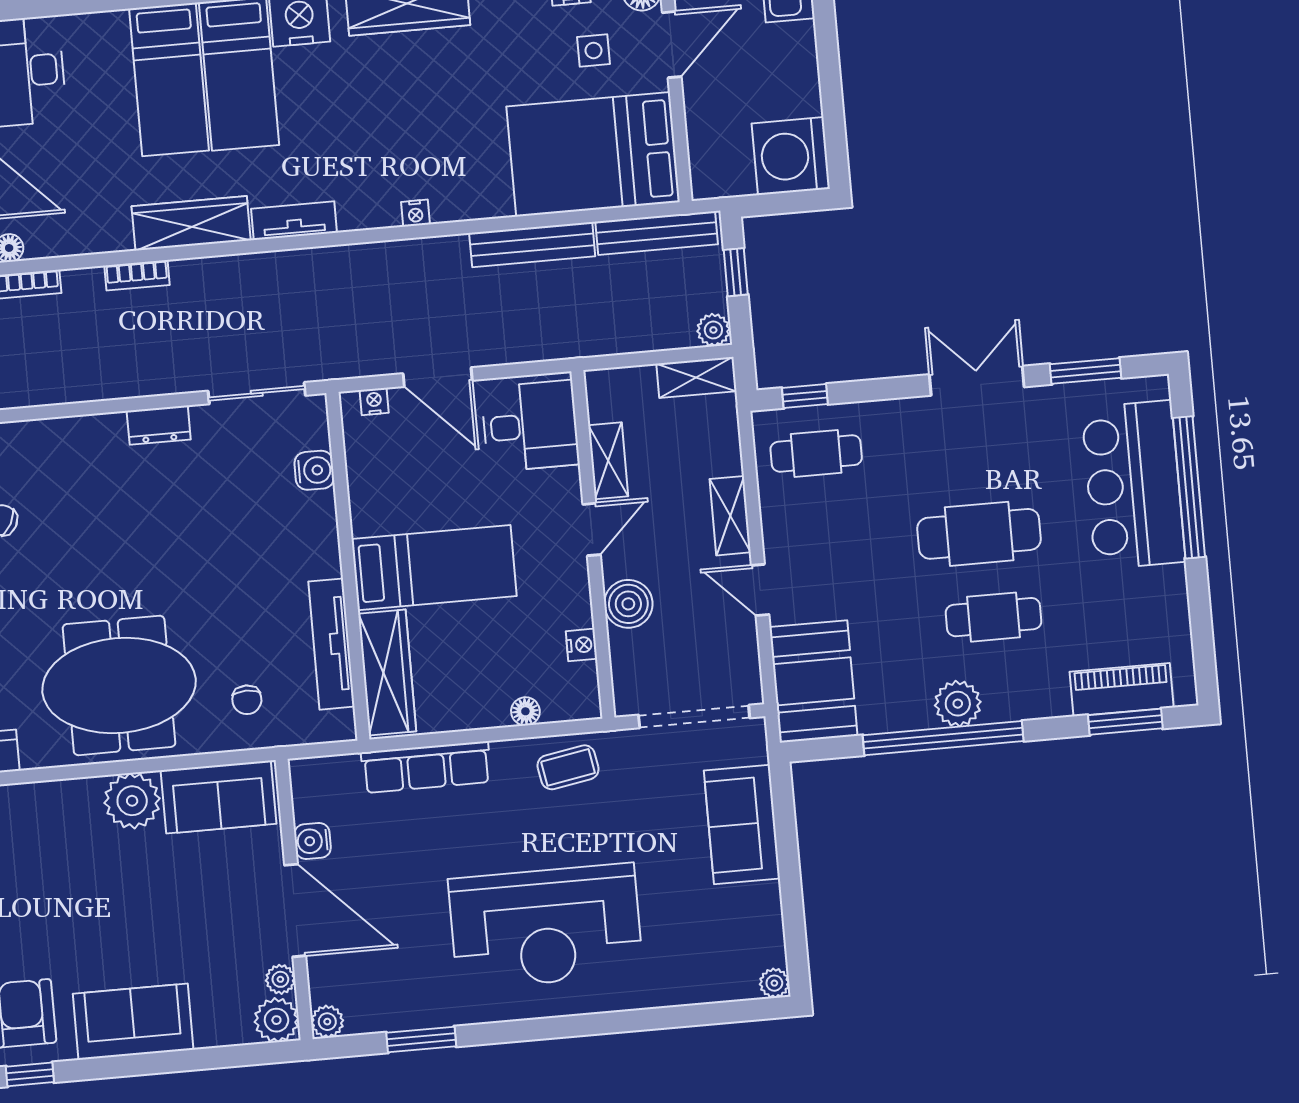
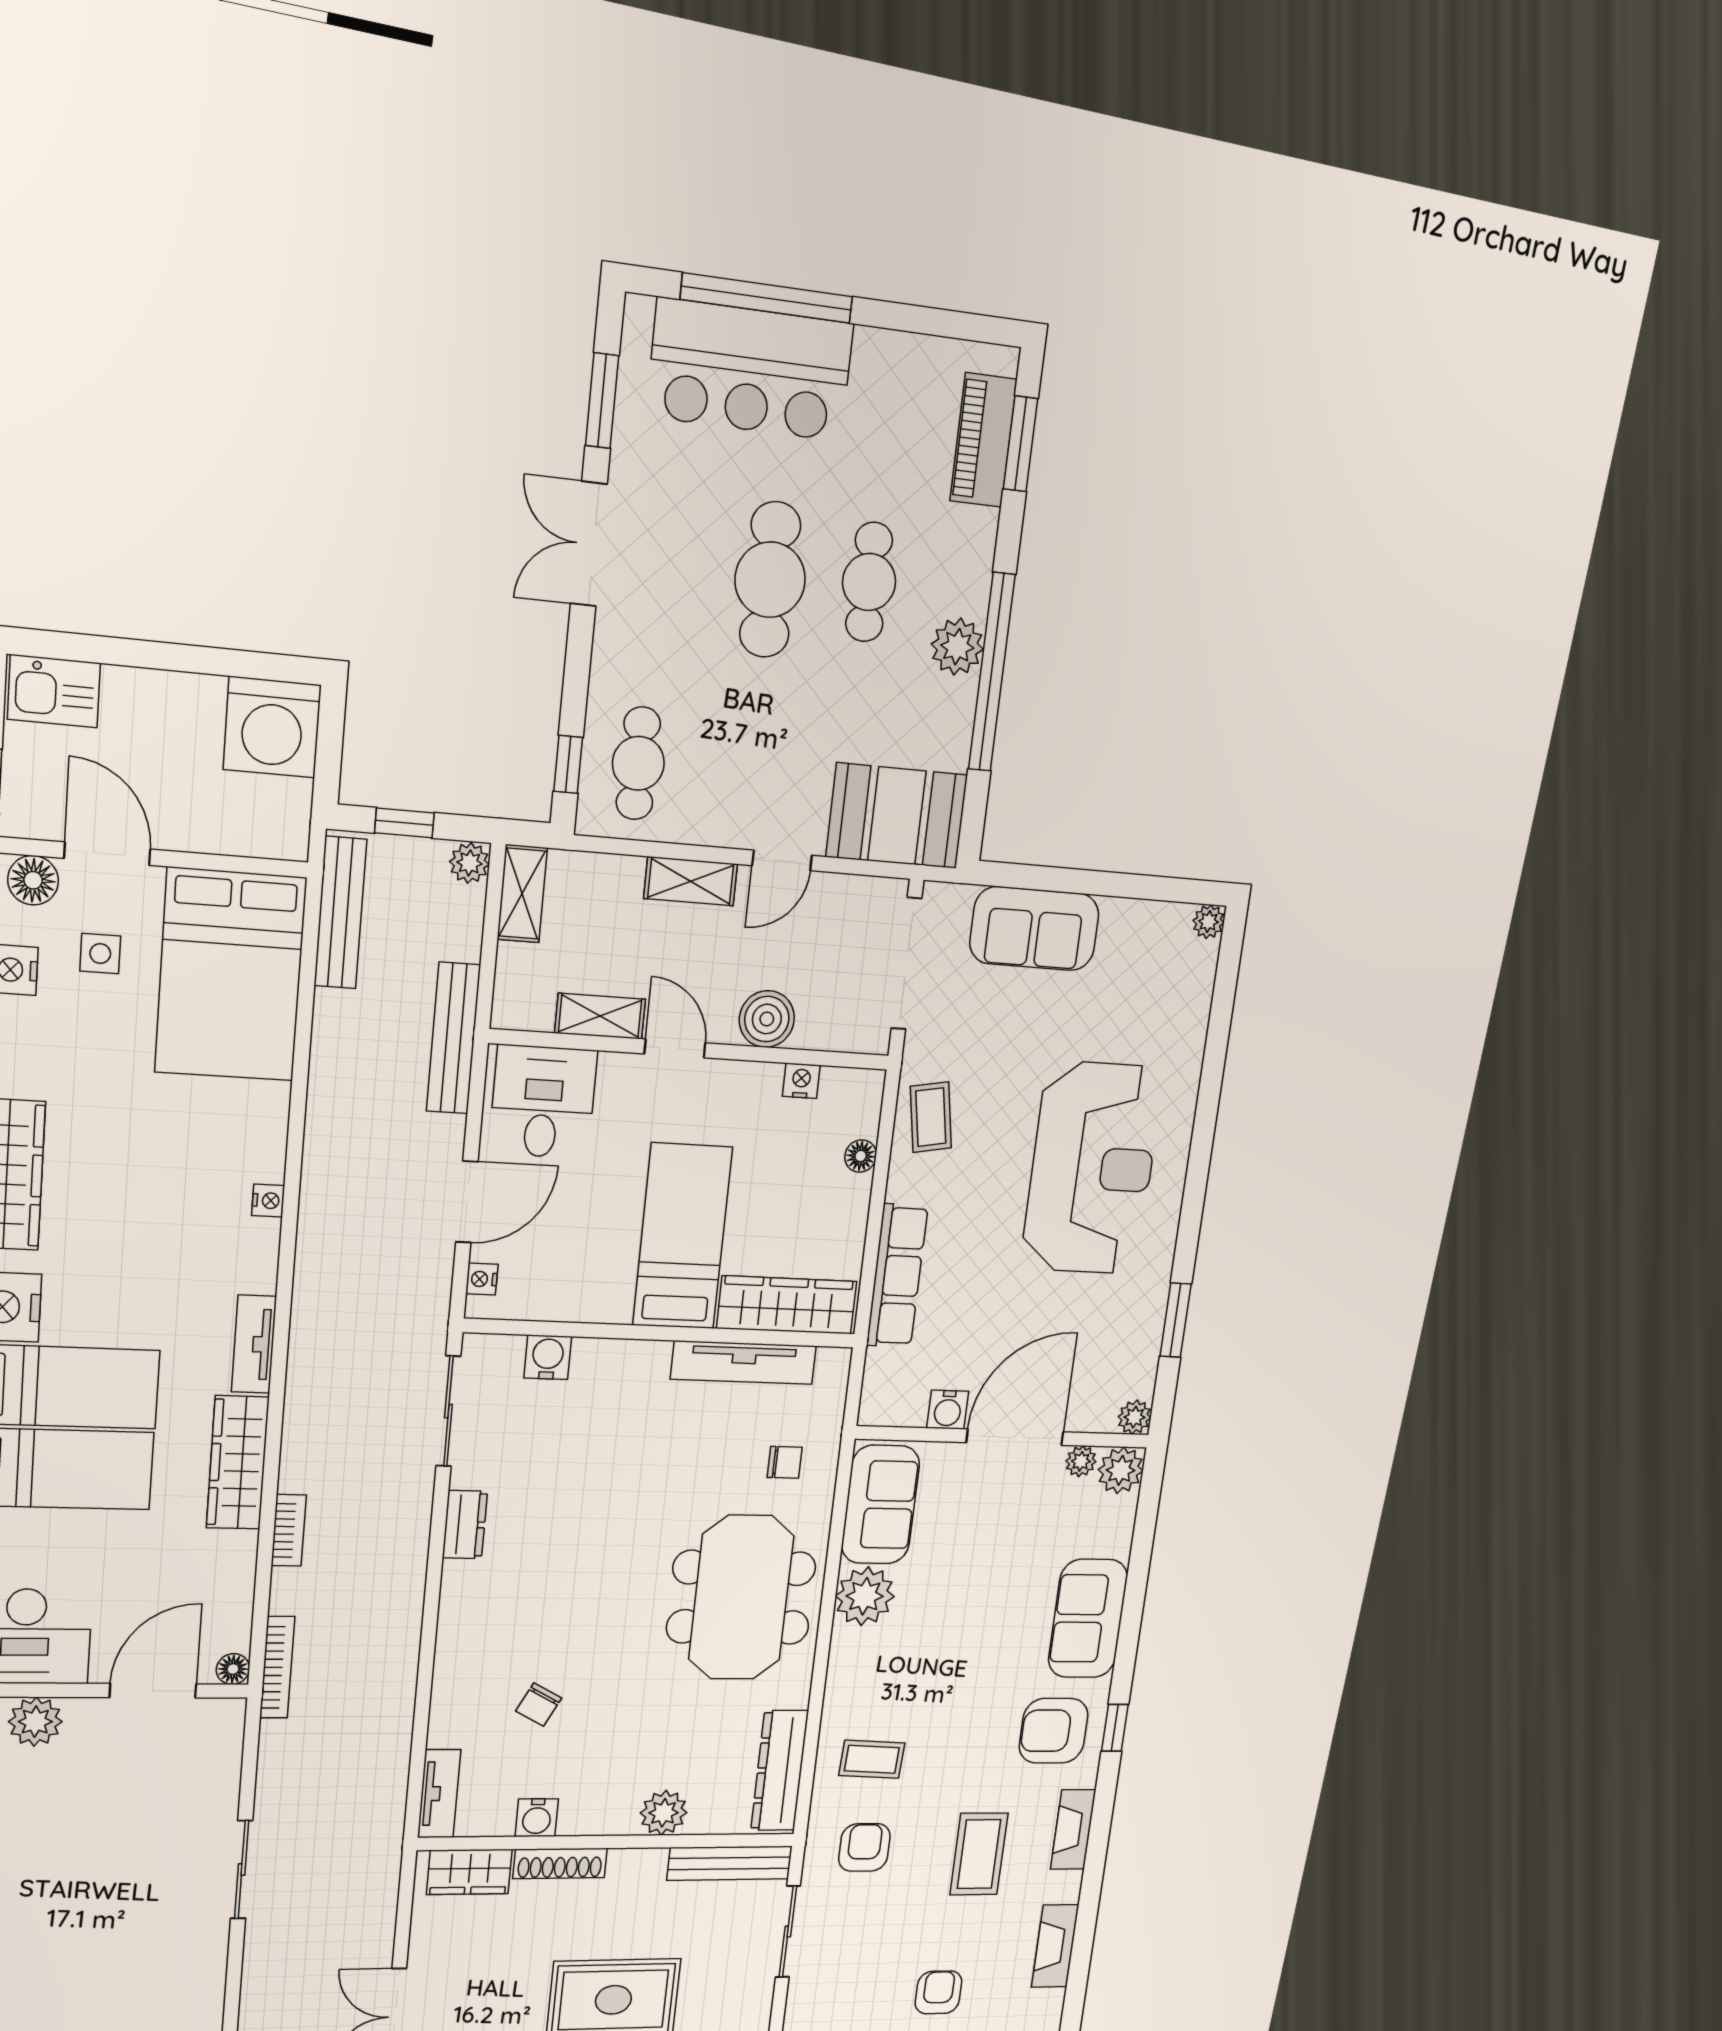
bench: (532, 245) -> (453, 1038), moved

